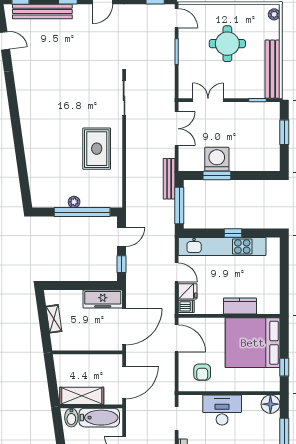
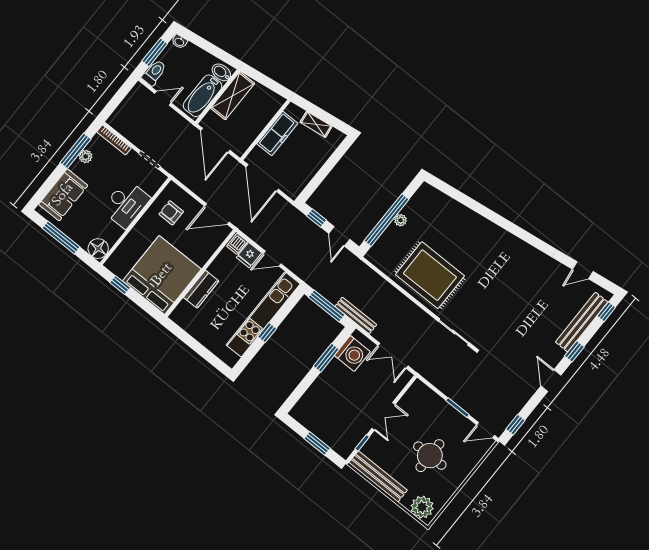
plant: (274, 14) -> (422, 507), width x1.87, depth x1.87
double door: (208, 100) -> (383, 416), moved
rug: (97, 149) -> (430, 275), width x1.37, depth x1.44
washing machine: (217, 159) -> (352, 354), moved
freezer: (103, 299) -> (277, 133), moved, turned 180

